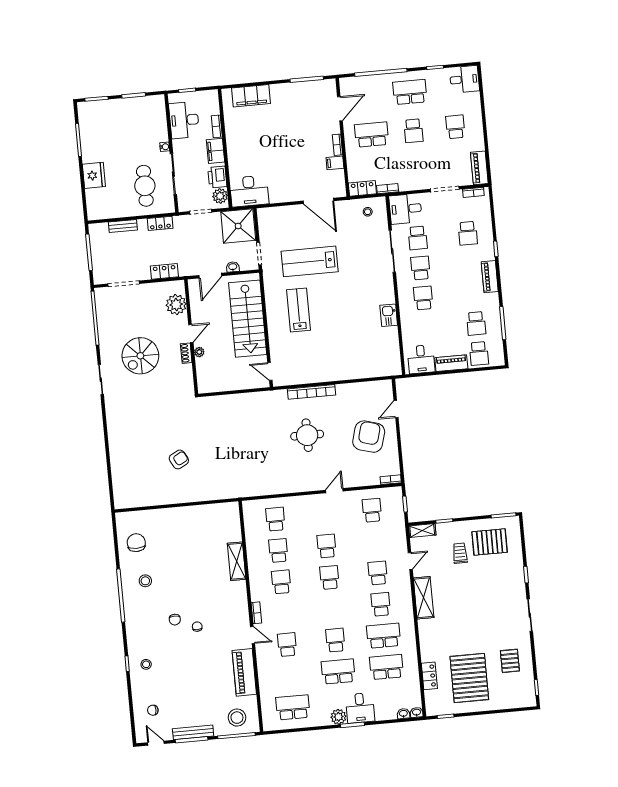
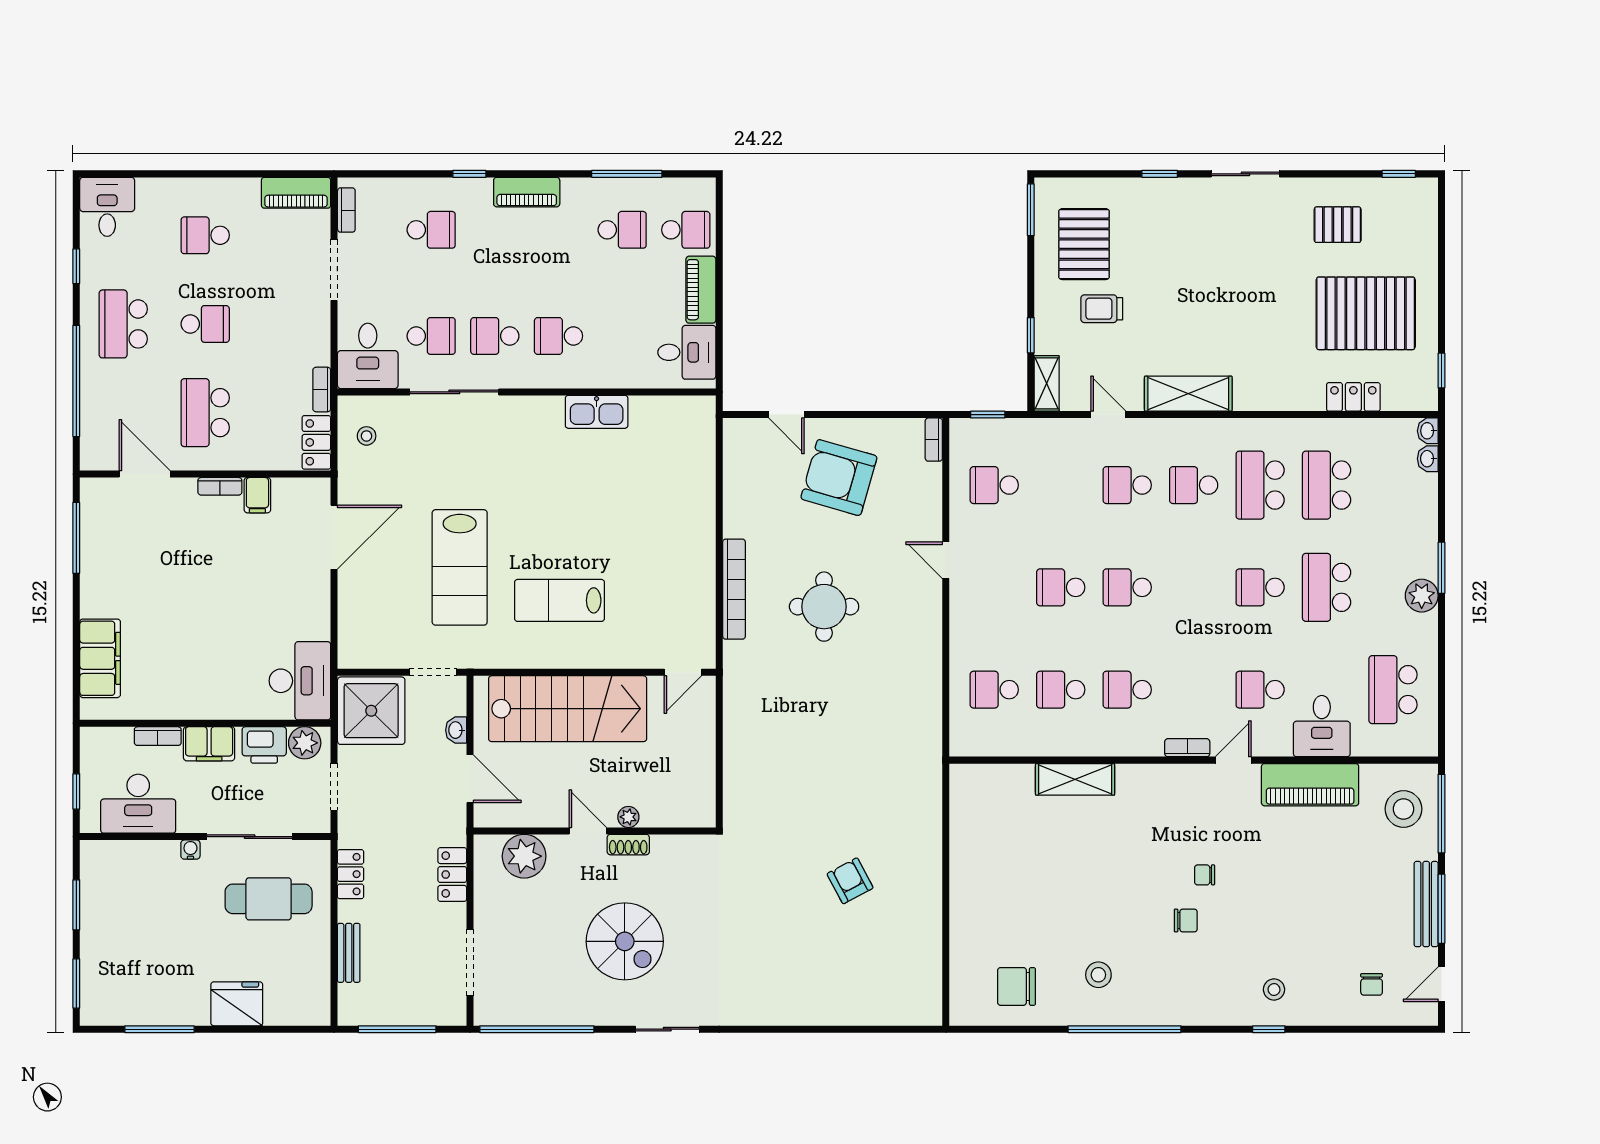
kitchen sink: (389, 315) -> (597, 412), width x1.38
desk: (360, 708) -> (1322, 726), moved, turned 90

